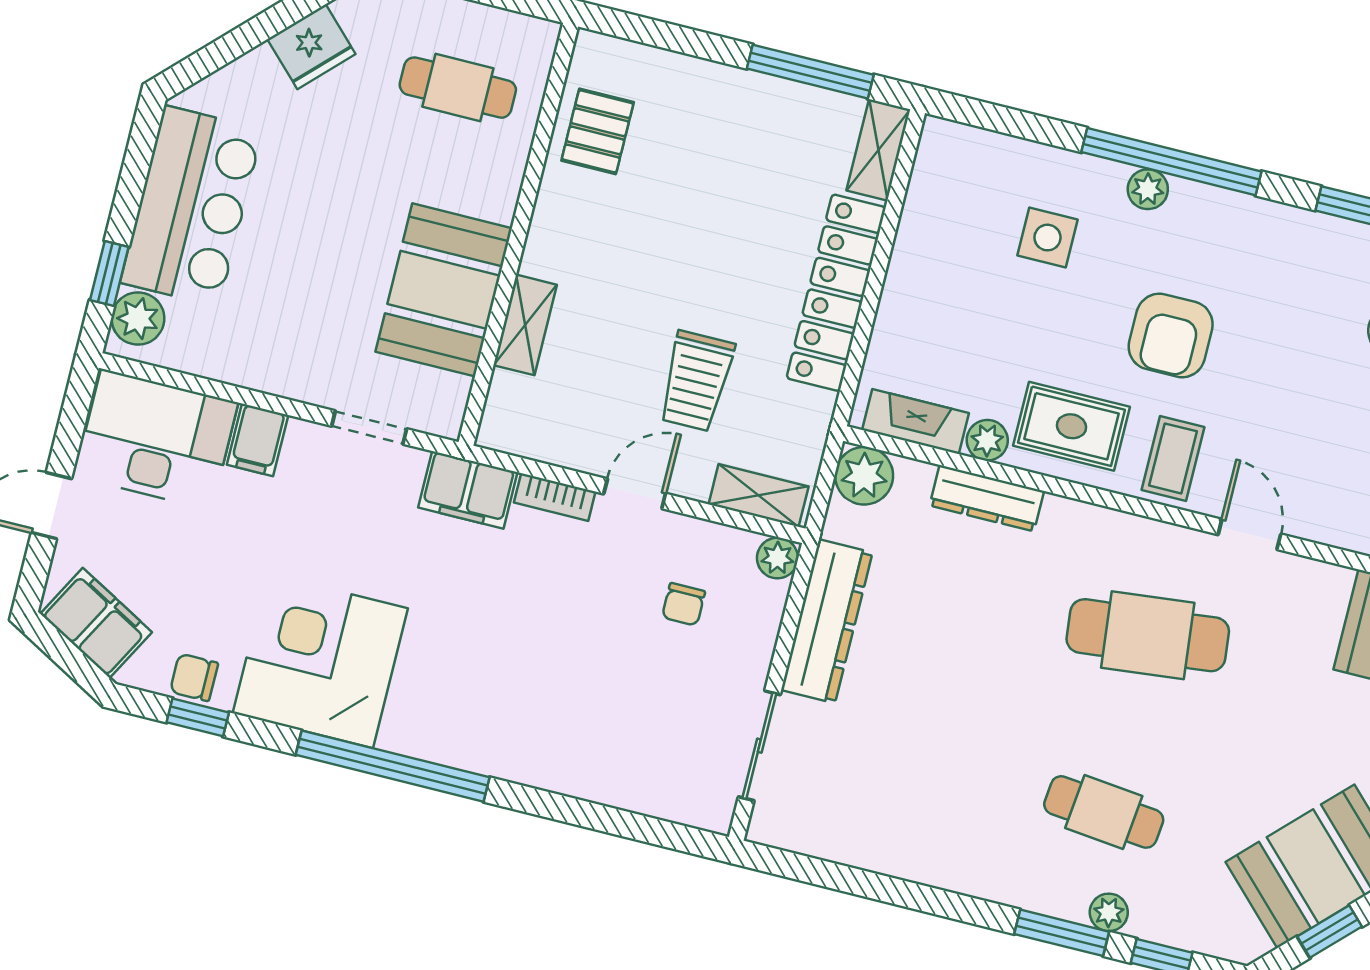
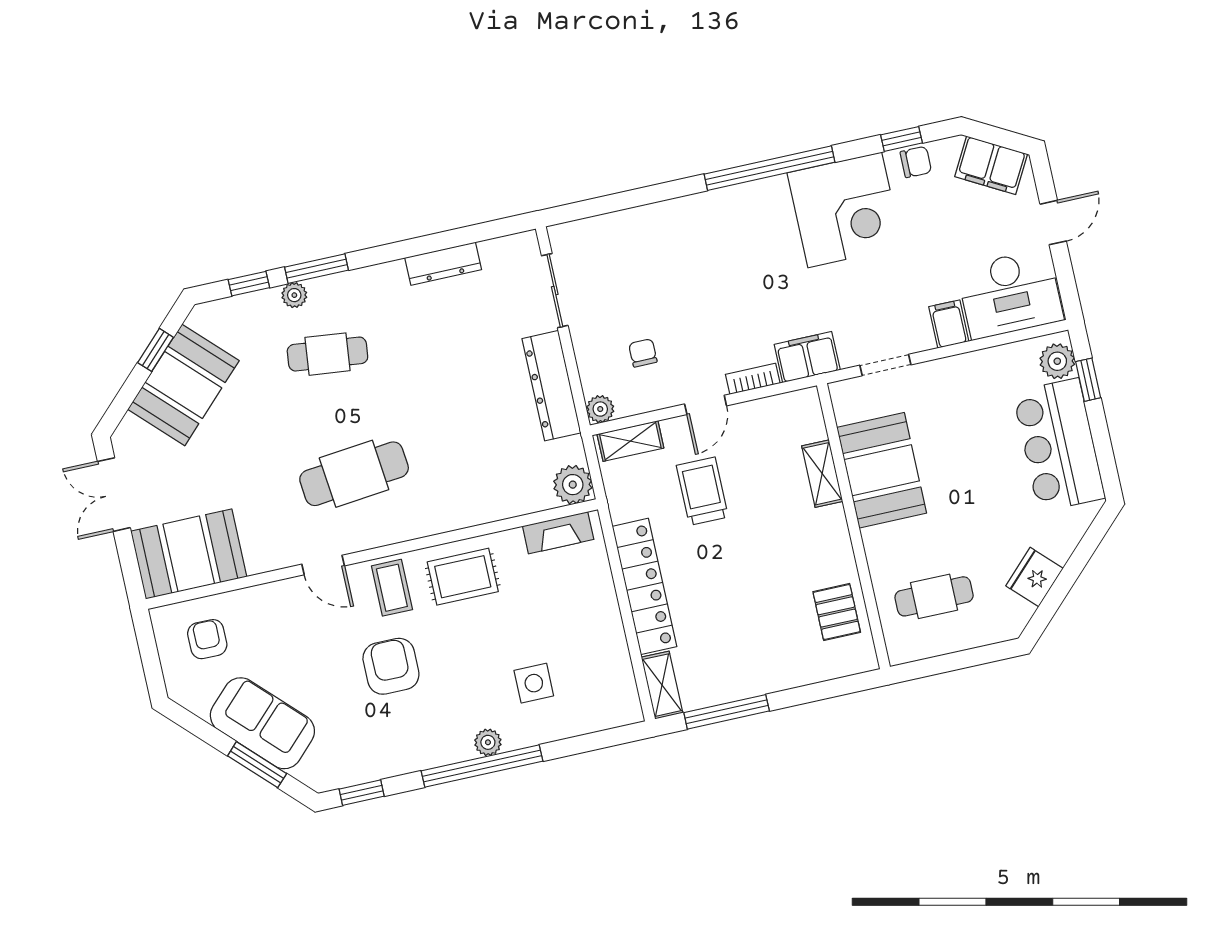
armchair: (1171, 335) -> (391, 666), moved
plant: (987, 440) -> (509, 543), removed
dresser: (987, 498) -> (443, 264), moved, turned 180

